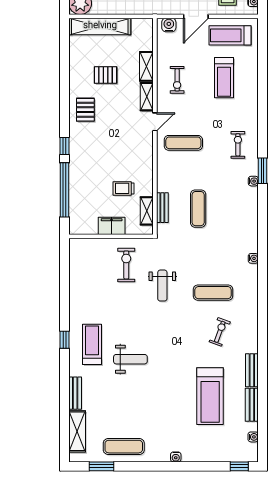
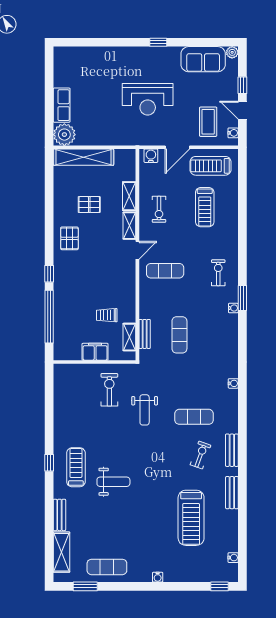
bench: (252, 405) -> (232, 450), moved

